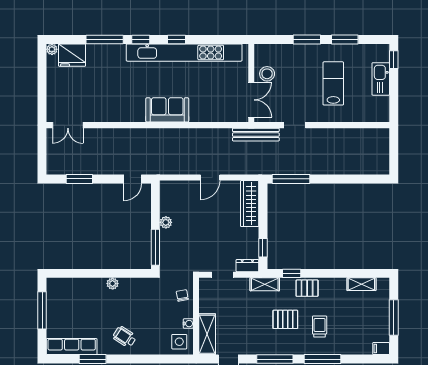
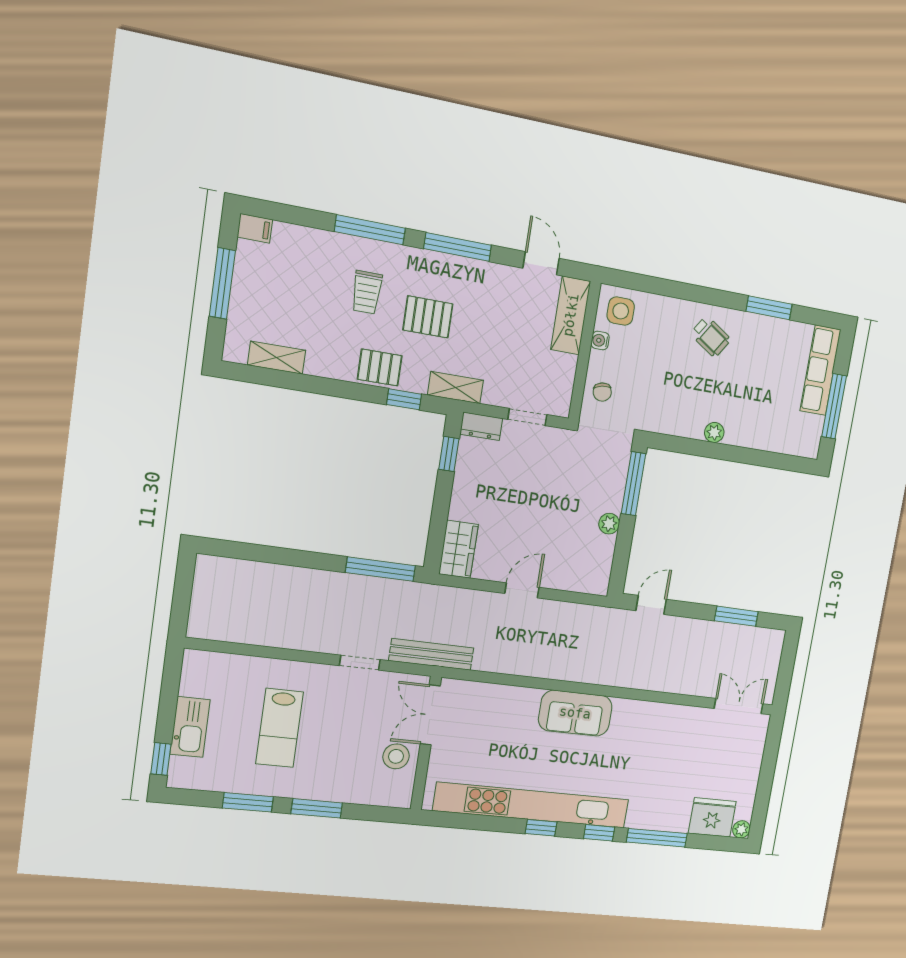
wardrobe: (250, 204) -> (458, 549), width x0.67
row of seats: (72, 347) -> (820, 370), moved, turned 90

